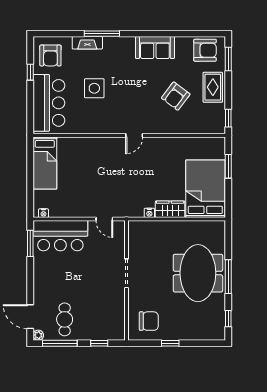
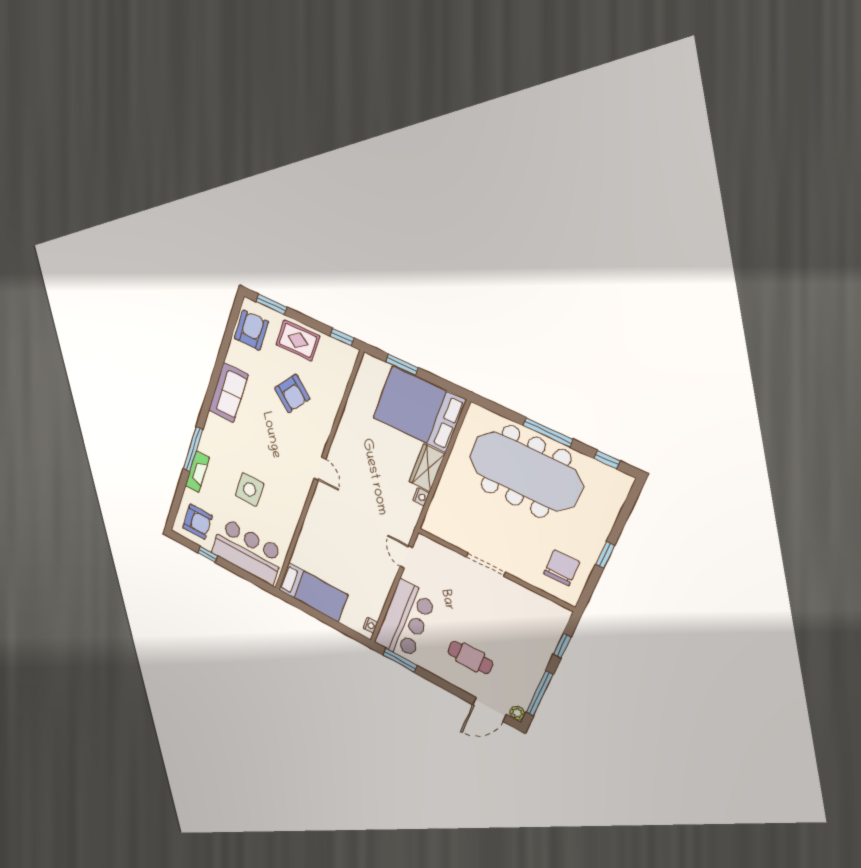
door: (104, 219) -> (406, 557), swing flipped
meeting table: (198, 273) -> (525, 471), width x1.36
cafe table: (65, 319) -> (470, 657), moved

